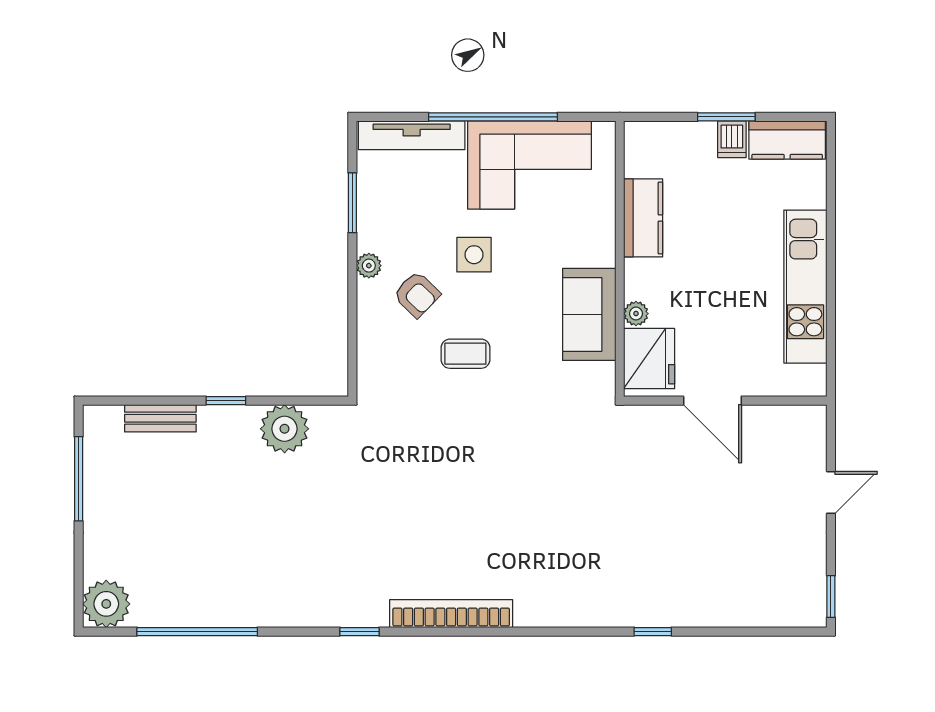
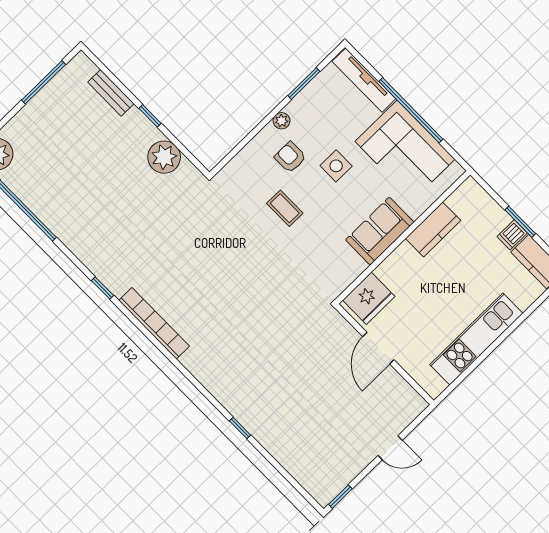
armchair: (417, 294) -> (290, 157), turned 136
sofa: (589, 314) -> (380, 231), moved
plant: (636, 314) -> (384, 271), removed

